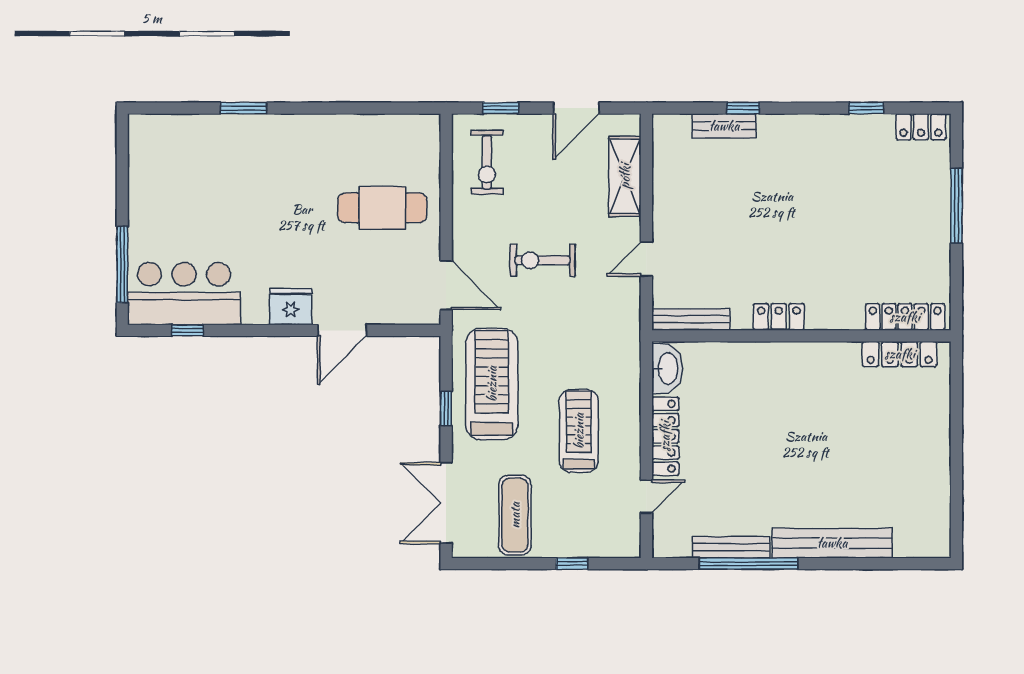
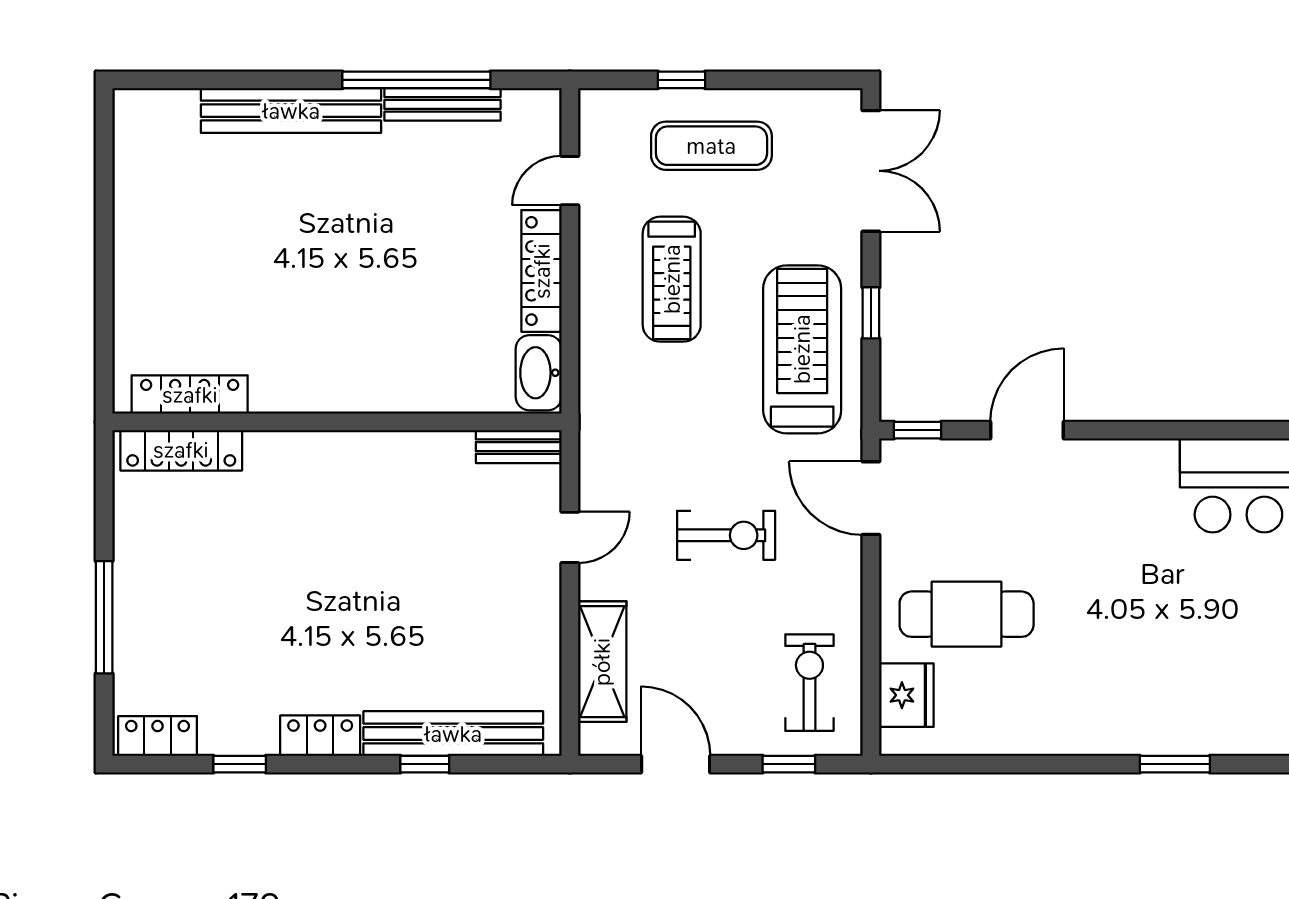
door: (576, 108) -> (676, 764), hinge flipped
bench: (724, 126) -> (453, 734), width x1.86, depth x1.21
fridge: (291, 307) -> (906, 695), moved, turned -90
locker: (779, 317) -> (320, 736), moved, turned 180
bench: (691, 319) -> (519, 447), width x0.73
window: (187, 330) -> (918, 430), moved
treadmill: (492, 384) -> (802, 349), turned 180
exercise mat: (515, 515) -> (711, 146), moved, turned 90

